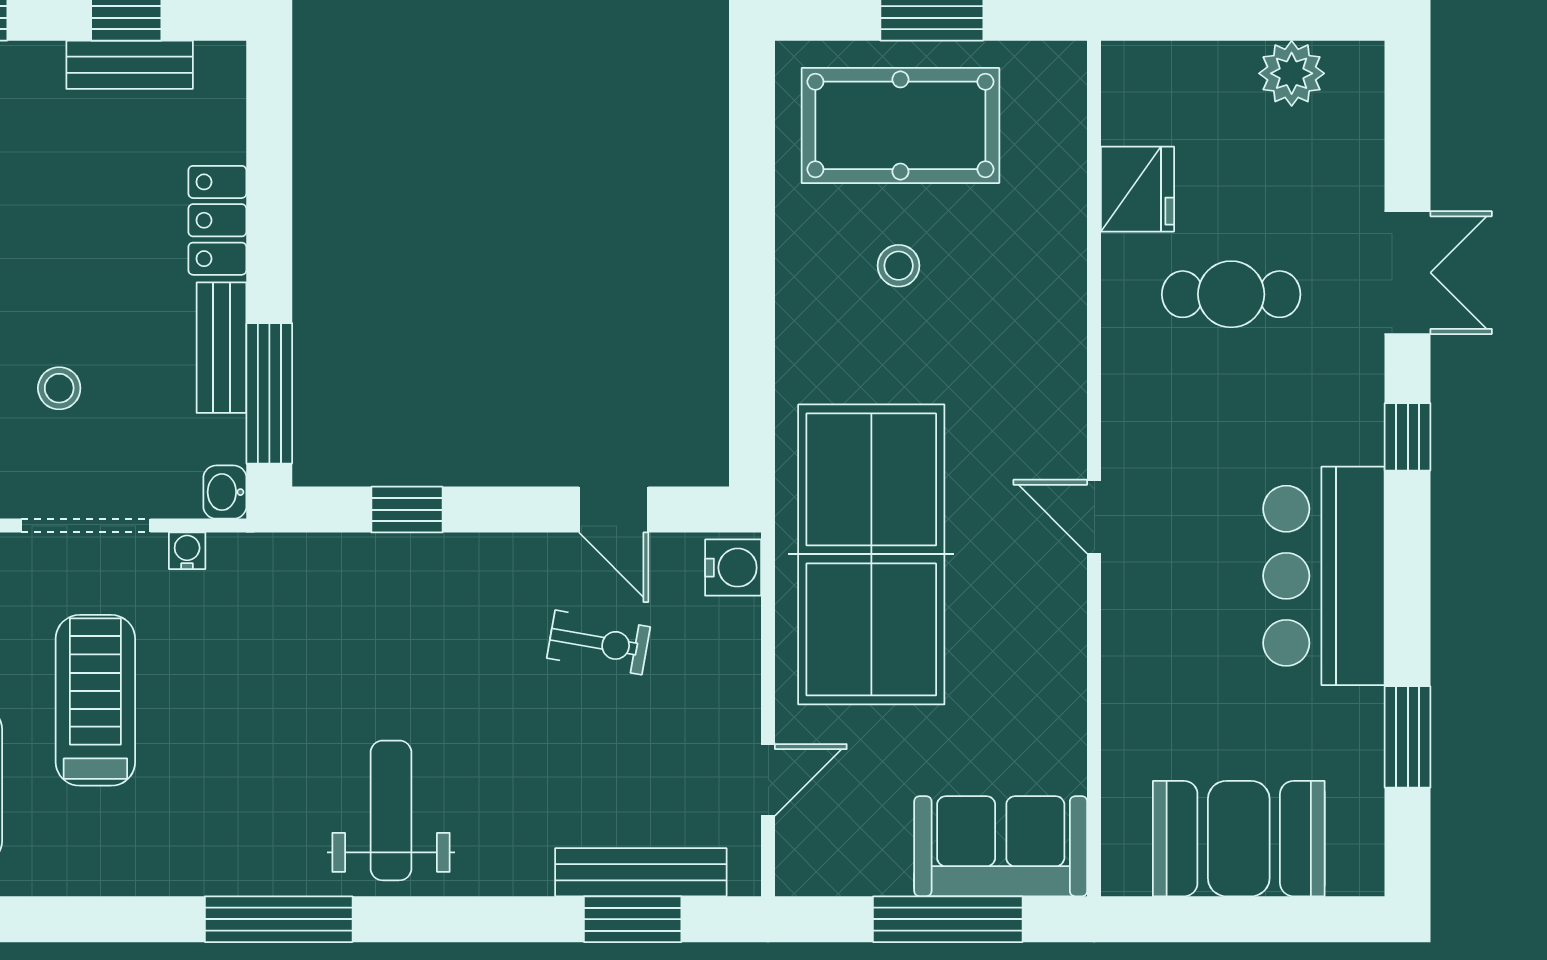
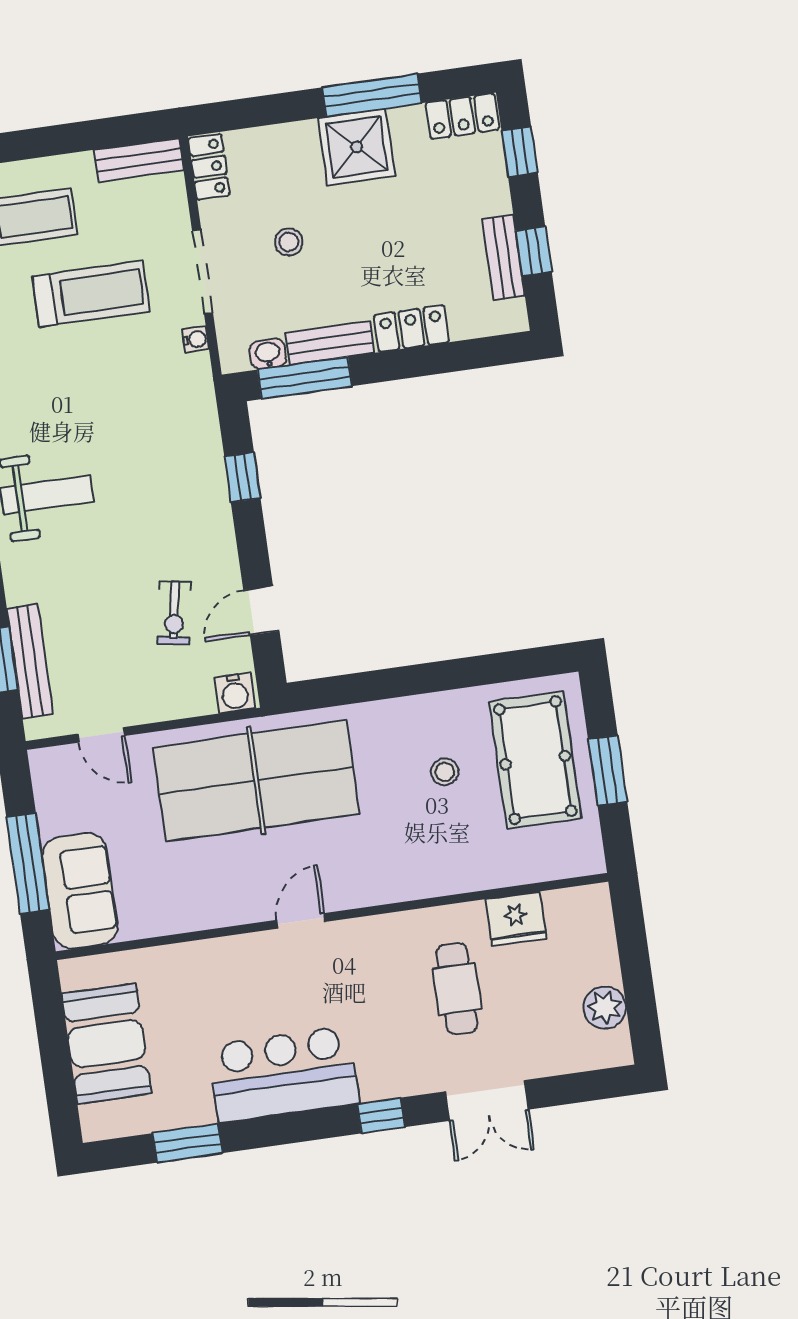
washbasin: (225, 492) -> (268, 354), moved

